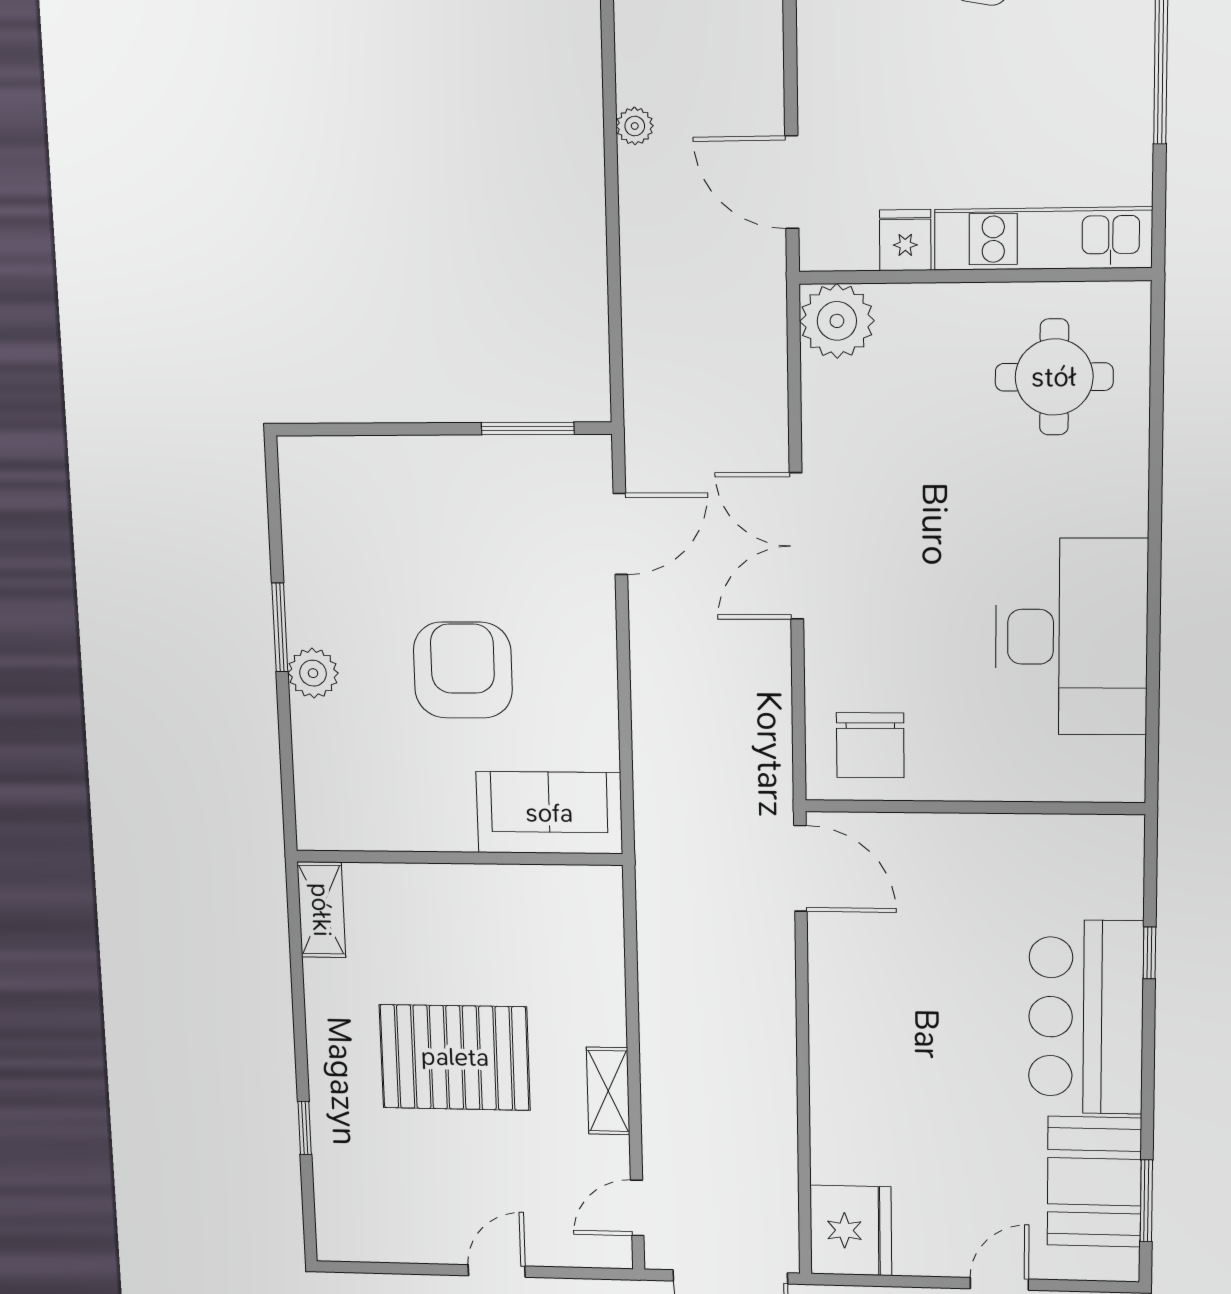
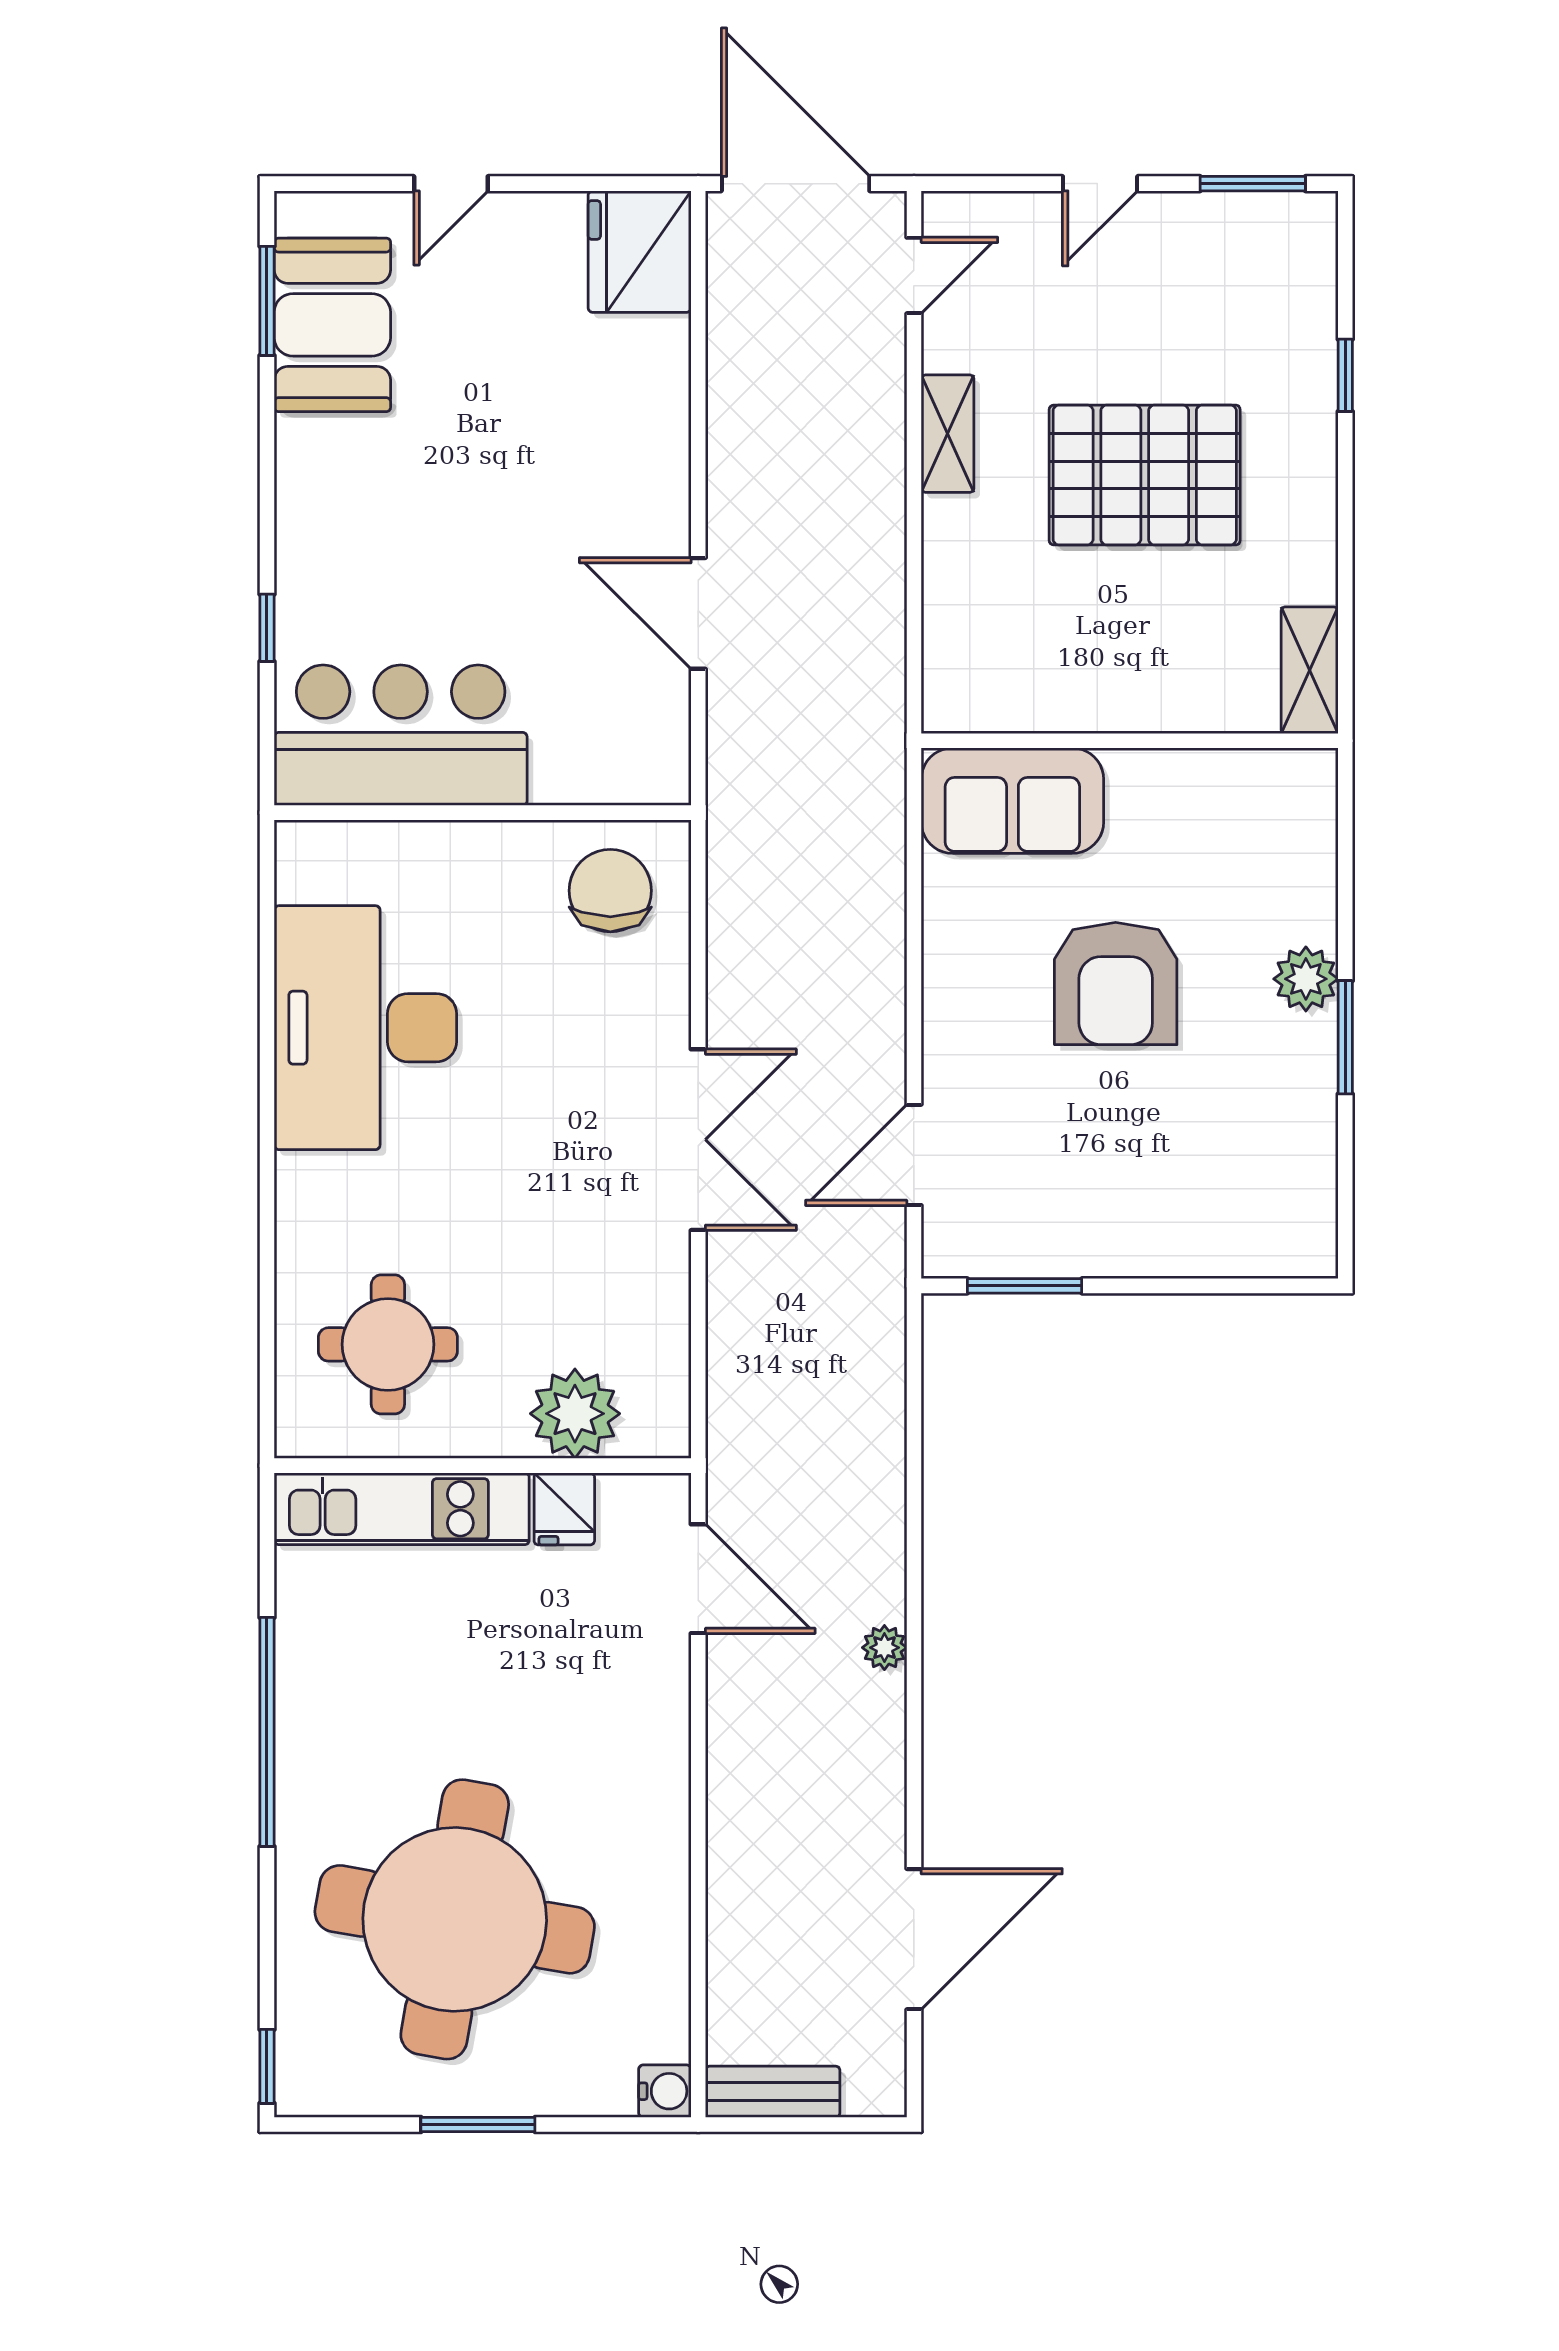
plant: (837, 321) -> (575, 1414), moved
door: (800, 868) -> (698, 613), moved
bar counter: (1086, 1017) -> (401, 735), moved, turned -90
window: (381, 1268) -> (1253, 184), added

